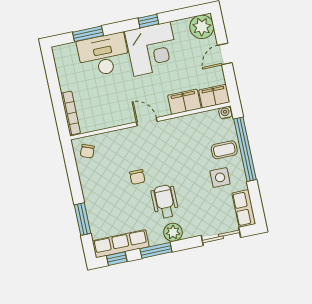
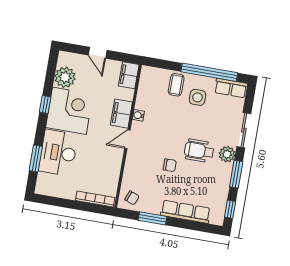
plant: (202, 27) -> (65, 77), moved
filing cabinet: (184, 102) -> (121, 114), moved
water cooler: (225, 113) -> (138, 115), moved
window: (245, 149) -> (209, 72), moved
window: (82, 219) -> (152, 218), moved
sliding door: (221, 236) -> (244, 130), moved
row of seats: (121, 244) -> (186, 212), moved, turned 90

